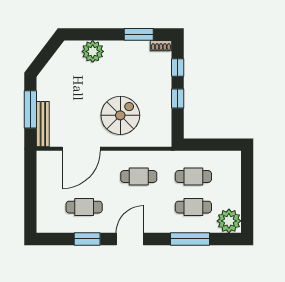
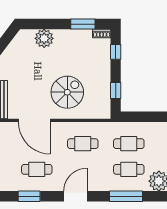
window: (178, 99) -> (116, 90), moved
door: (81, 149) -> (34, 120), hinge flipped
window: (87, 239) -> (29, 196), moved

